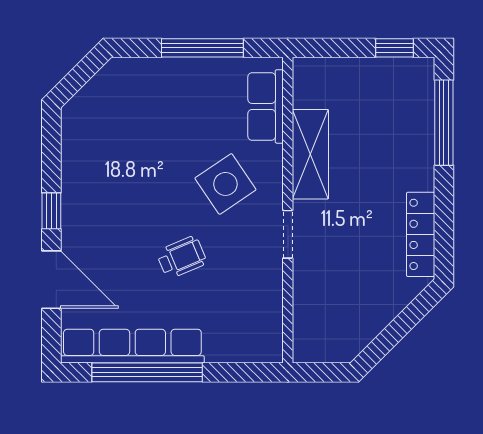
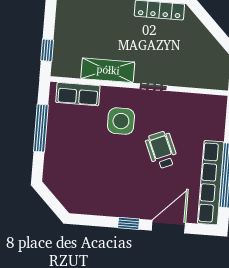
window: (394, 48) -> (47, 50), moved
side table: (225, 184) -> (121, 121), turned 34
wheelchair: (182, 257) -> (162, 150), width x1.36, depth x1.37

